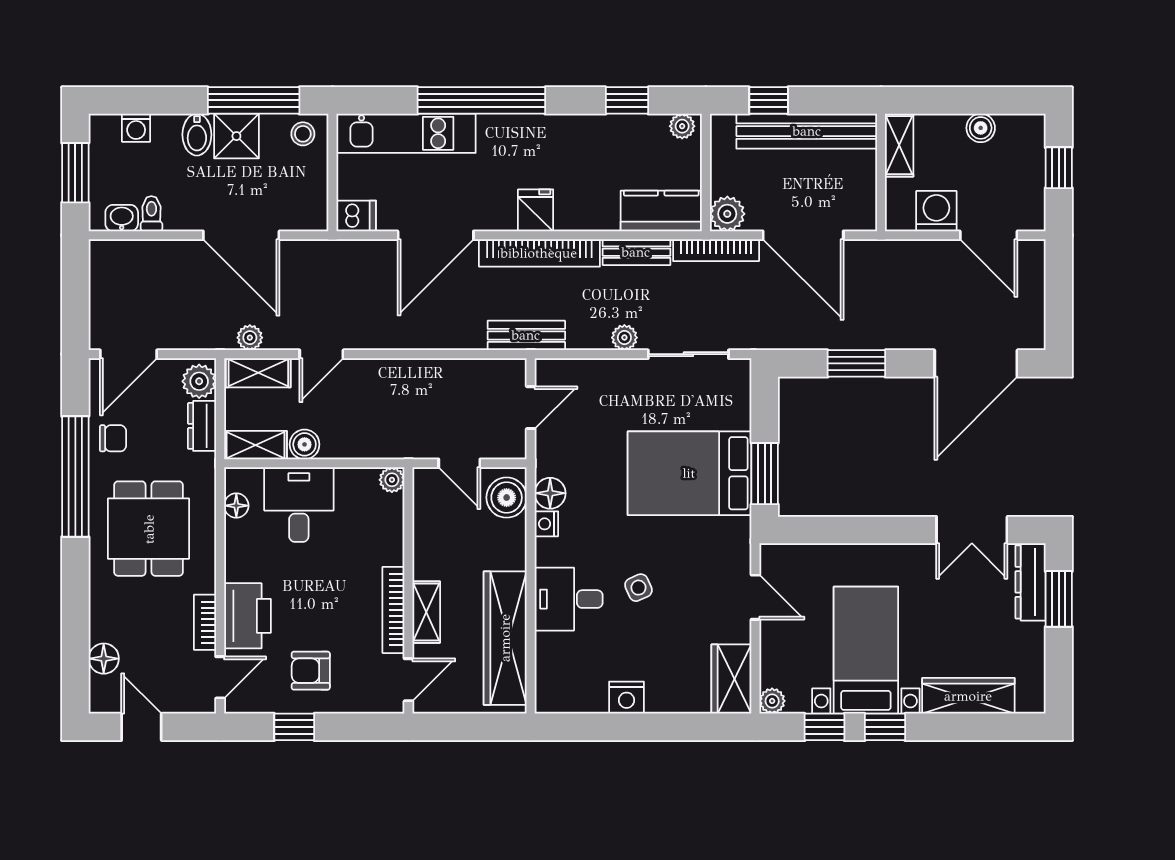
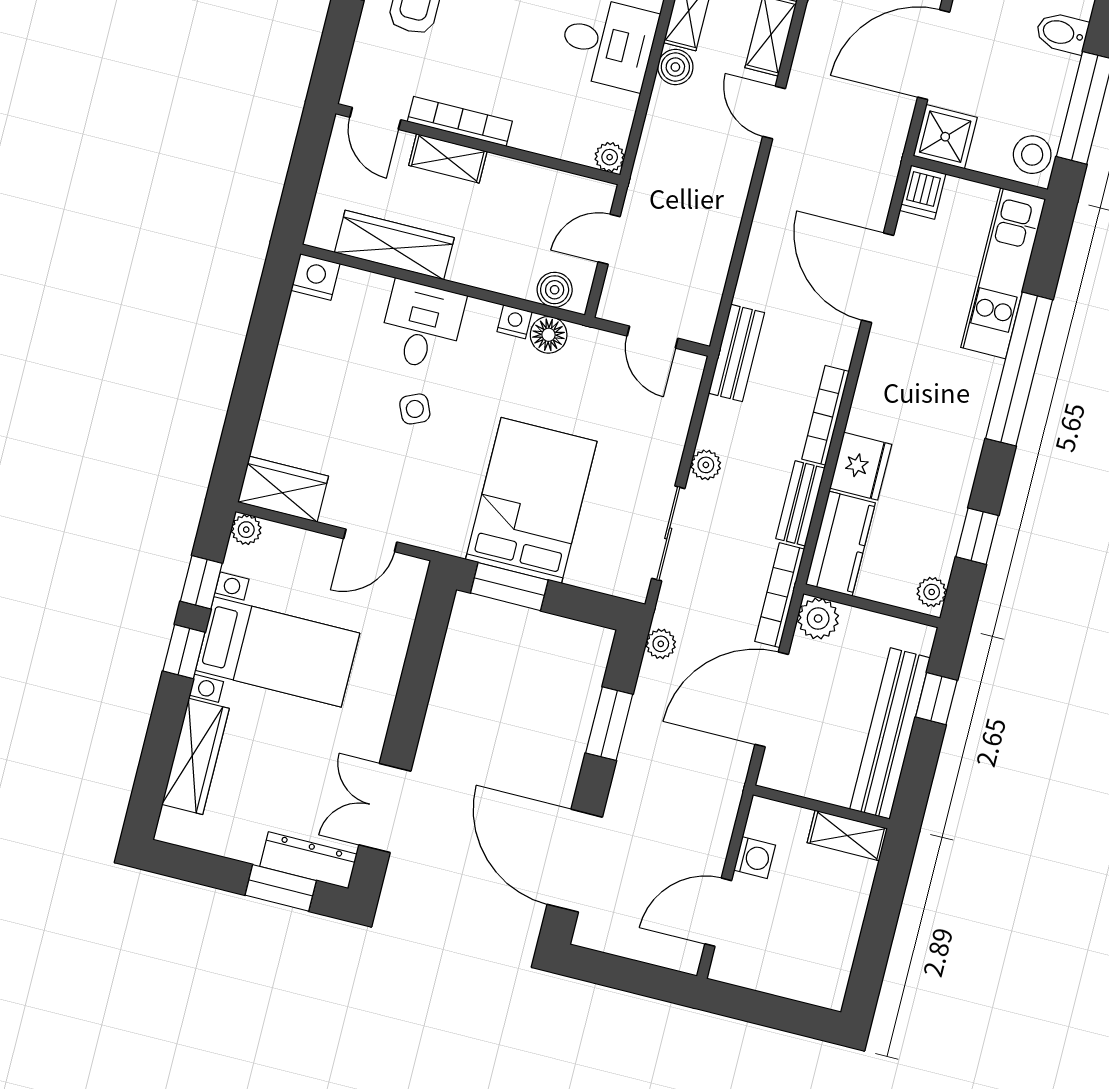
boiler: (981, 128) -> (844, 934), removed
stool: (303, 134) -> (1032, 155), width x1.37, depth x1.37
shower: (236, 136) -> (945, 137), moved
window: (1059, 168) -> (775, 1012), removed
fridge: (536, 210) -> (861, 466), moved, width x1.38
washing machine: (936, 211) -> (755, 858), width x0.73, depth x0.73
bookcase: (539, 253) -> (825, 415), width x0.68, depth x0.76
plant: (250, 338) -> (661, 644), moved
boiler: (507, 498) -> (555, 290), width x0.73, depth x0.73
wardrobe: (505, 638) -> (394, 245), width x0.71, depth x0.85
nightstand: (626, 698) -> (315, 277), moved, turned 90

